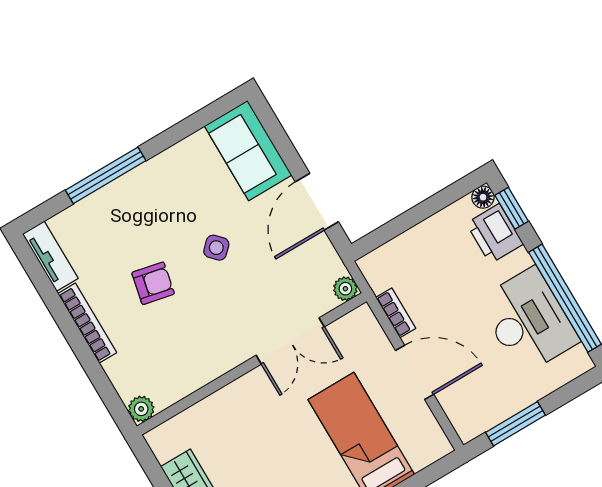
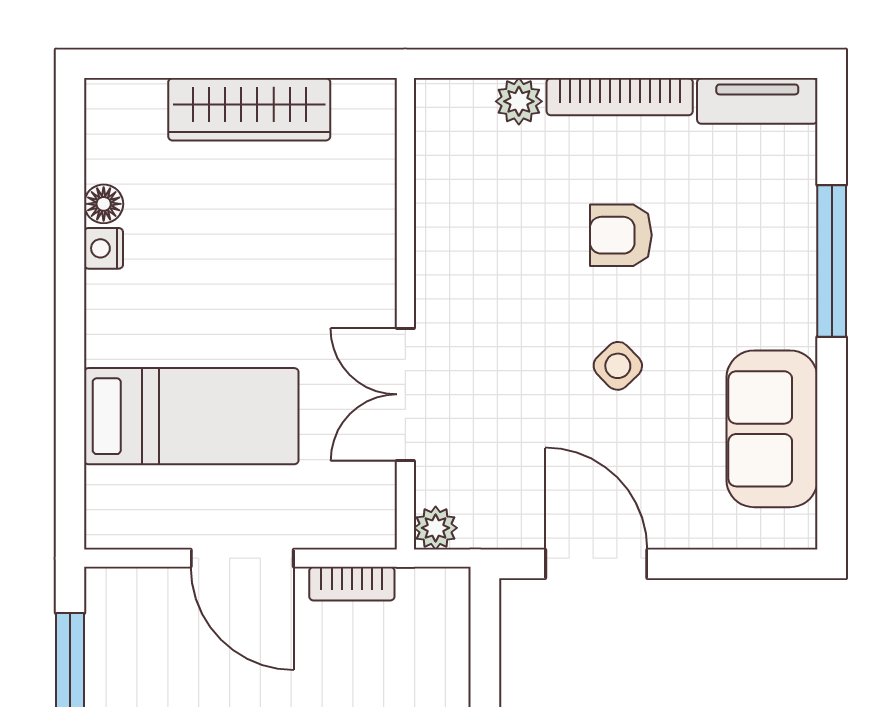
sofa: (248, 151) -> (772, 429), moved, turned -90
armchair: (153, 283) -> (621, 235), turned 78
door: (415, 372) -> (242, 558), hinge flipped
plant: (141, 409) -> (519, 101), moved

